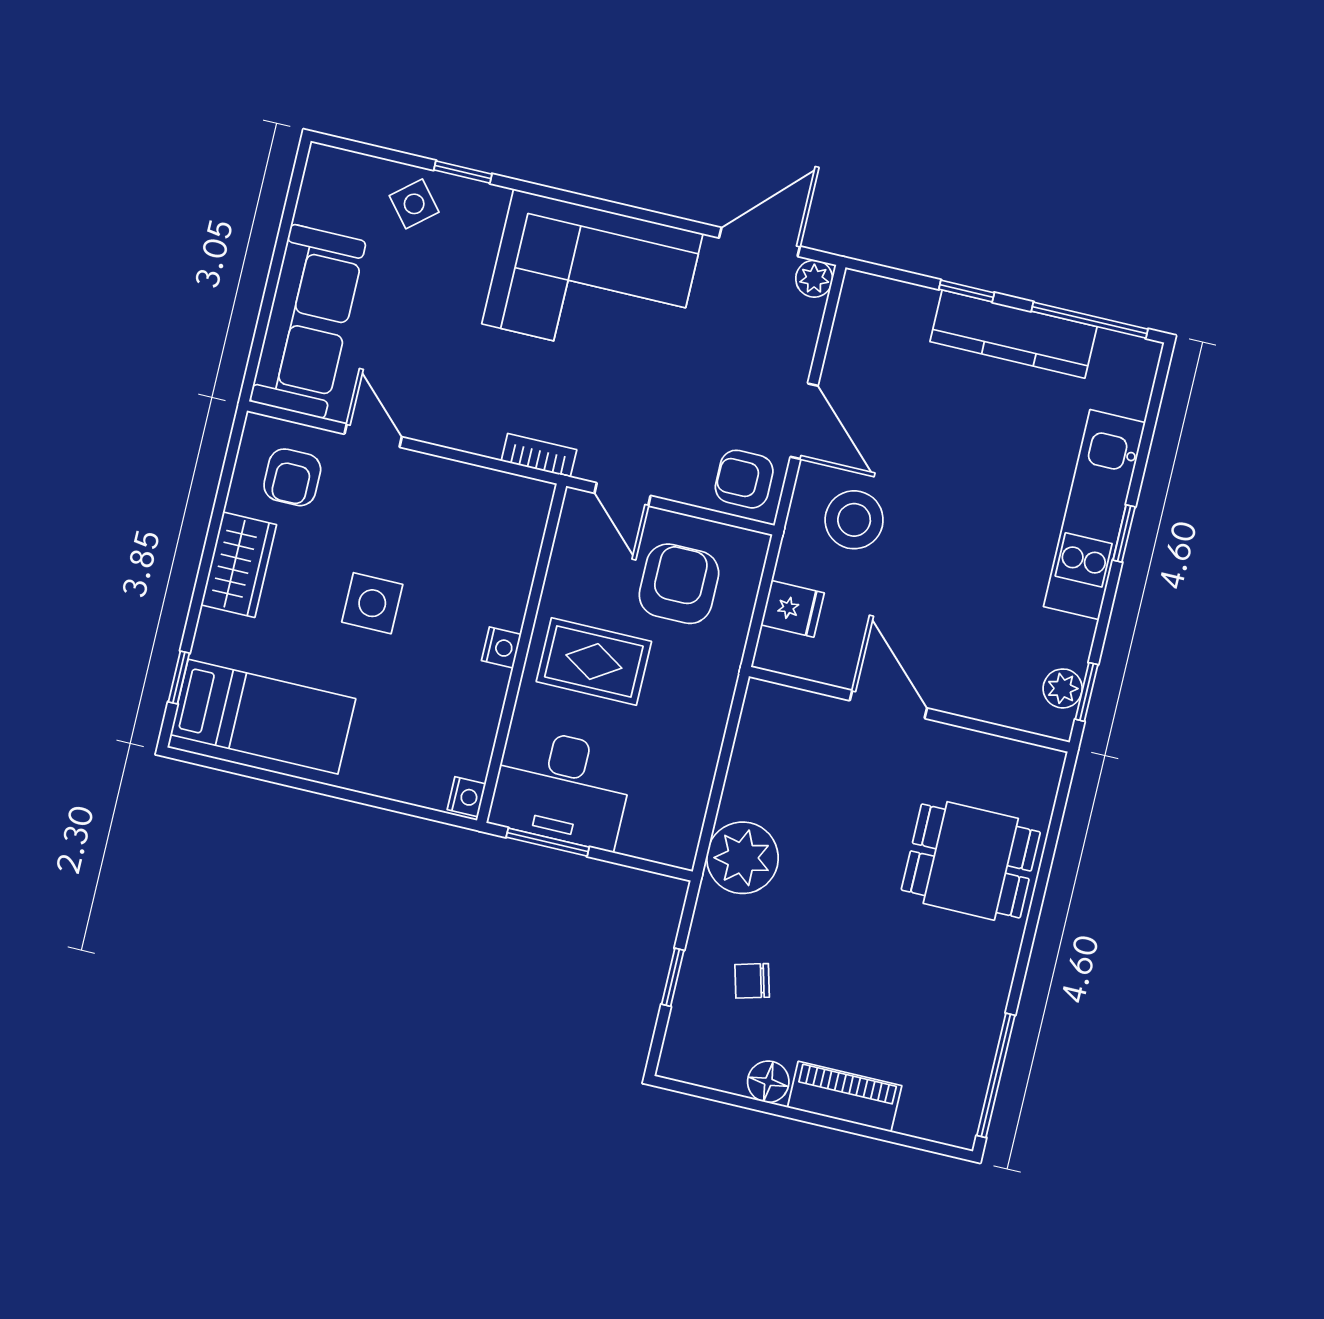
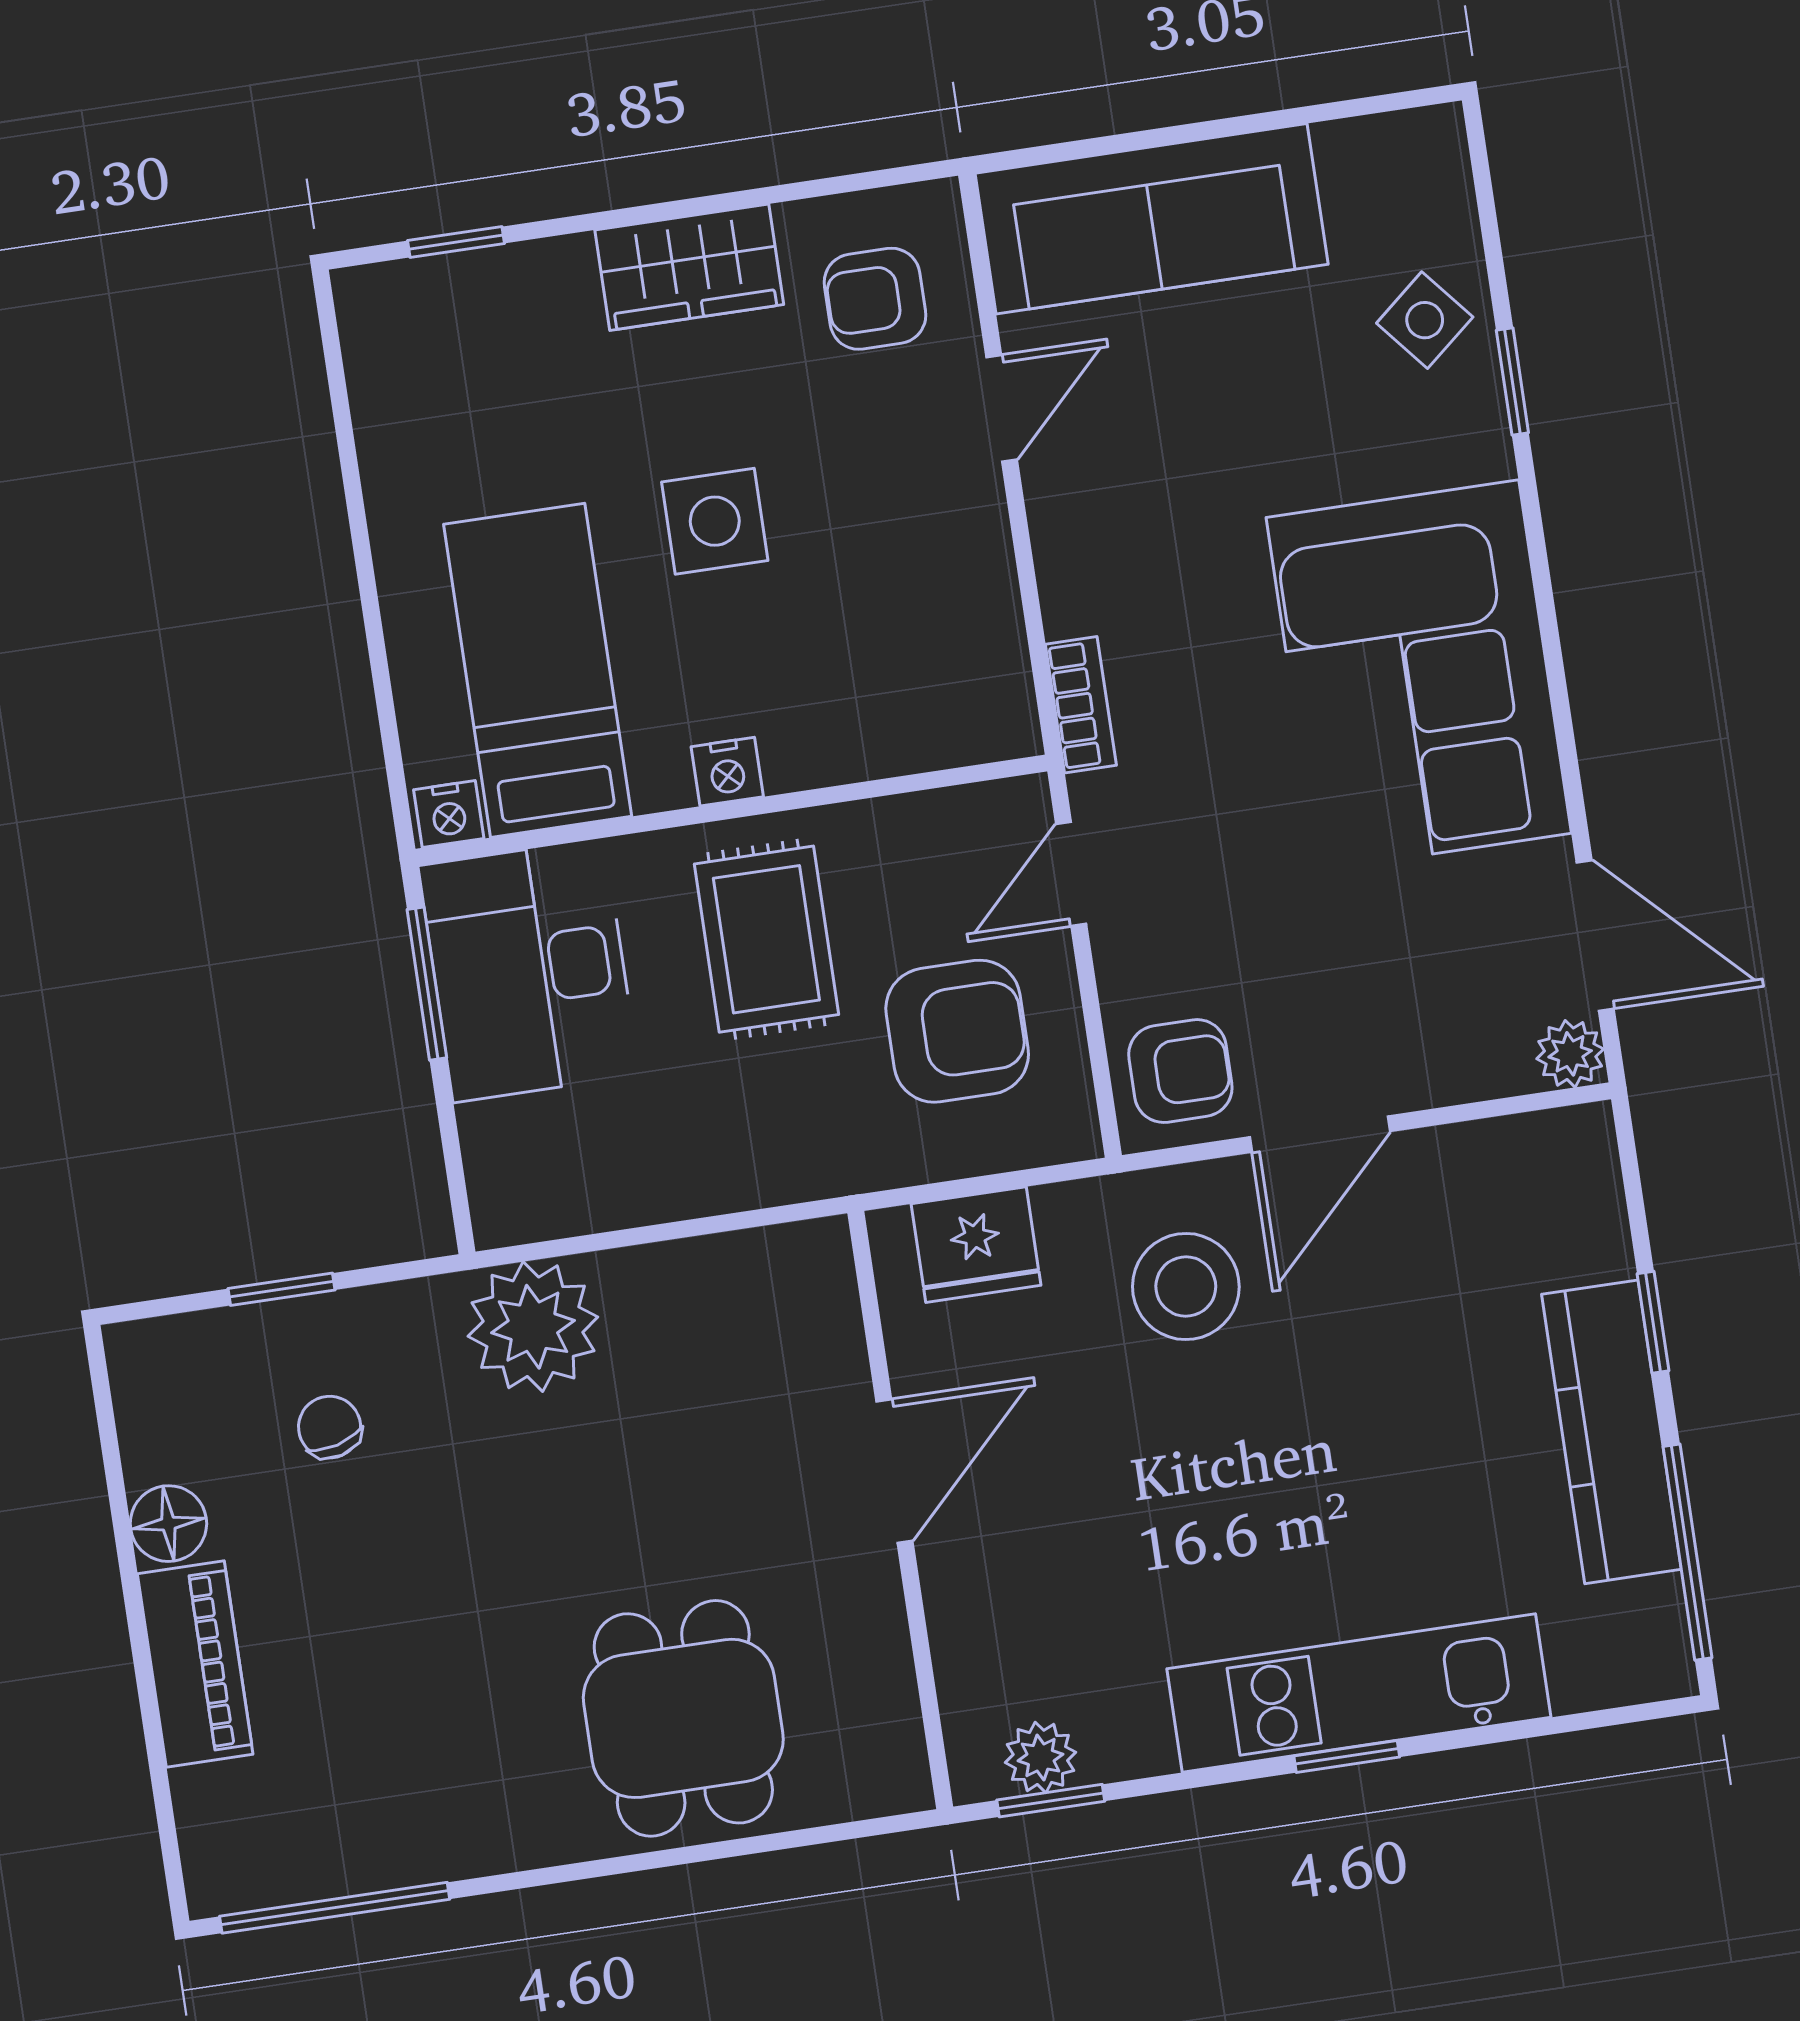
armchair: (744, 479) -> (1180, 1071), turned 90
fridge: (793, 609) -> (976, 1245), width x1.38
bed: (263, 717) -> (538, 670), moved, turned 180

